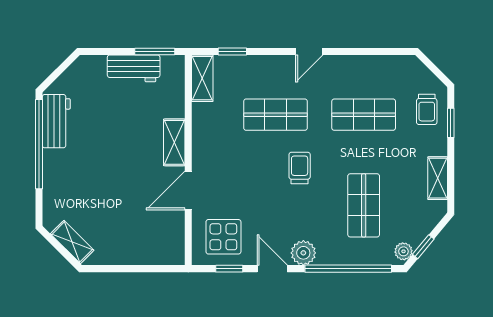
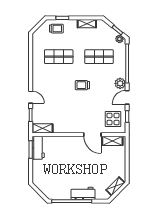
door: (309, 51) -> (31, 97), moved
workbench: (134, 68) -> (38, 148), moved
shop shelf: (275, 115) -> (59, 96), removed
shop shelf: (364, 115) -> (59, 57), turned 90
workbench: (56, 121) -> (83, 193), moved
shelving: (174, 142) -> (112, 141), moved

